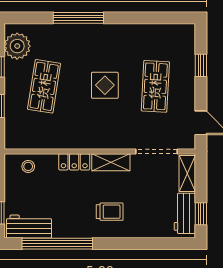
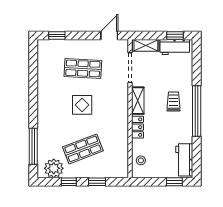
window: (78, 18) -> (33, 146), moved
window: (201, 65) -> (57, 36), moved
shop shelf: (44, 86) -> (83, 149), turned -30
window: (57, 244) -> (197, 111), moved

